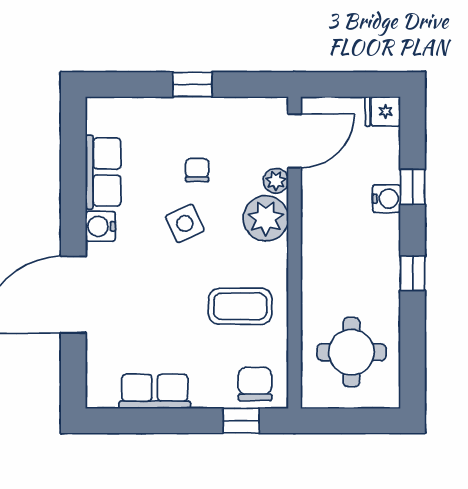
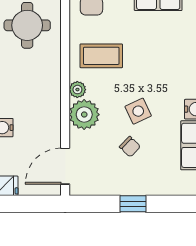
chair: (197, 170) -> (130, 147), turned -46
plant: (276, 181) -> (77, 90), moved

